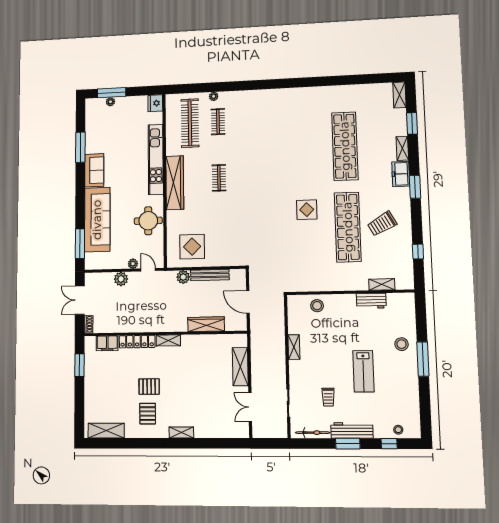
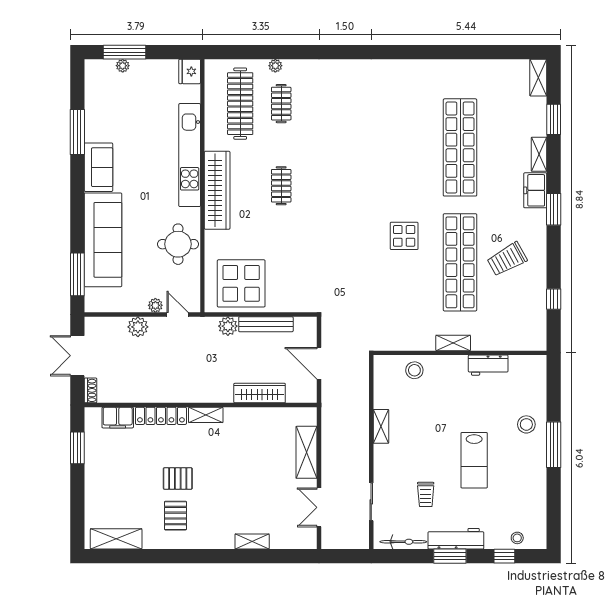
display table: (192, 247) -> (241, 283), width x1.36, depth x1.36
shelving: (382, 284) -> (453, 343), moved
shelving: (181, 433) -> (252, 542), moved

